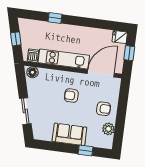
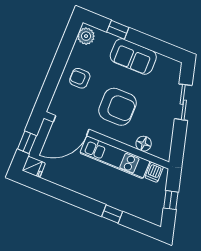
floor lamp: (32, 72) -> (144, 144), moved
armchair: (71, 96) -> (118, 107), width x1.88, depth x1.88
plant: (108, 129) -> (86, 36), moved

